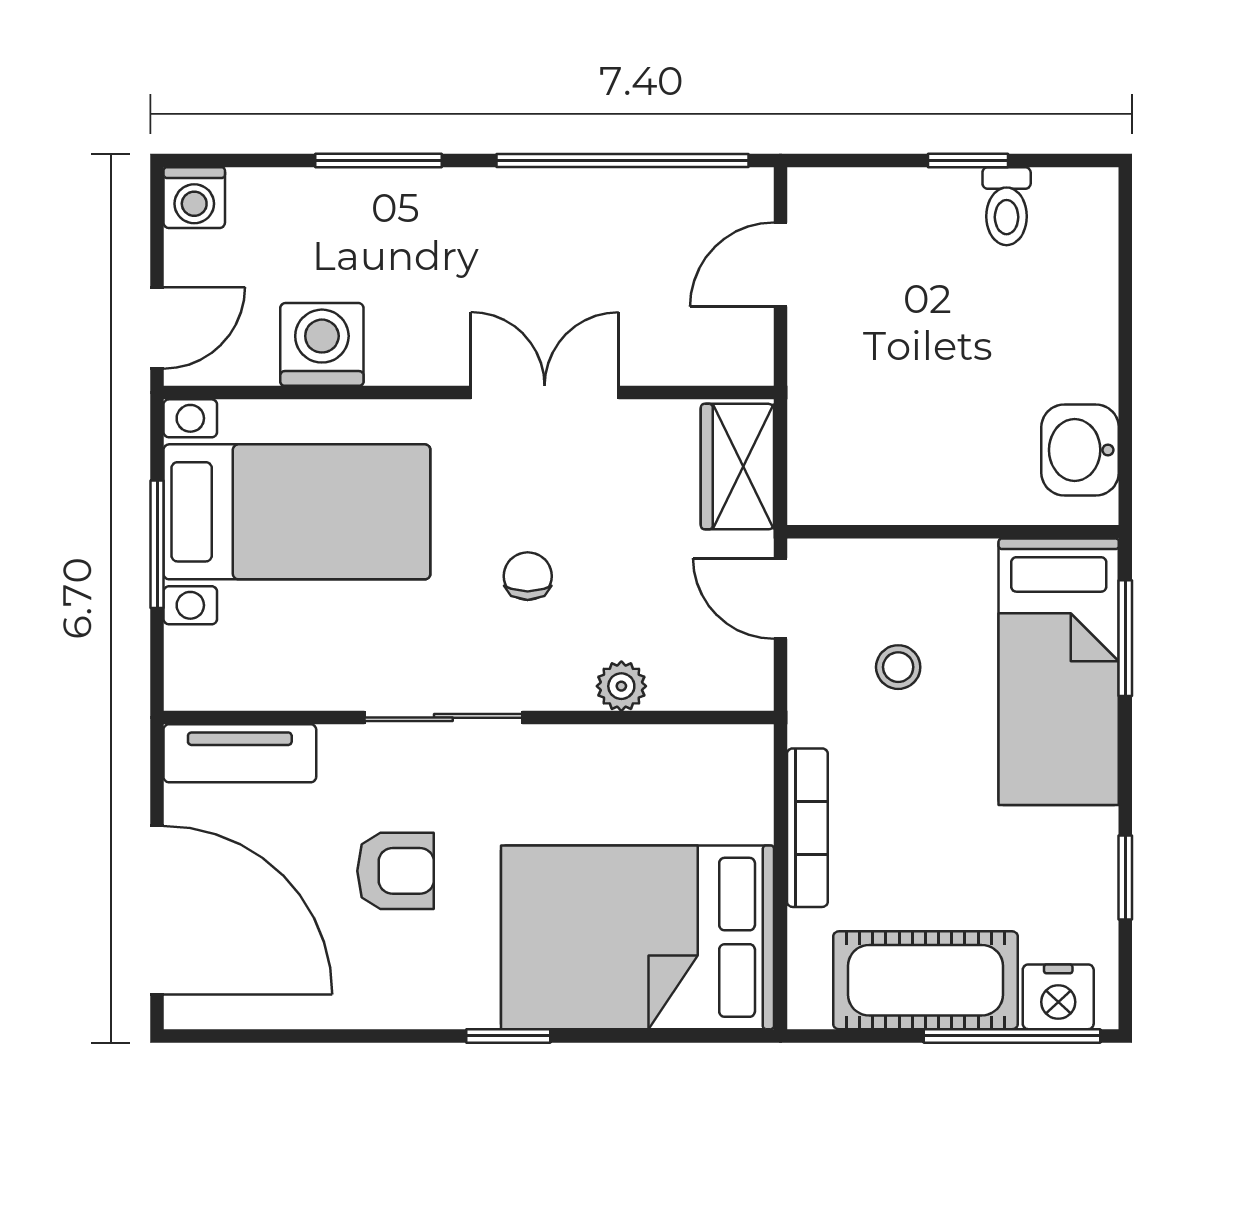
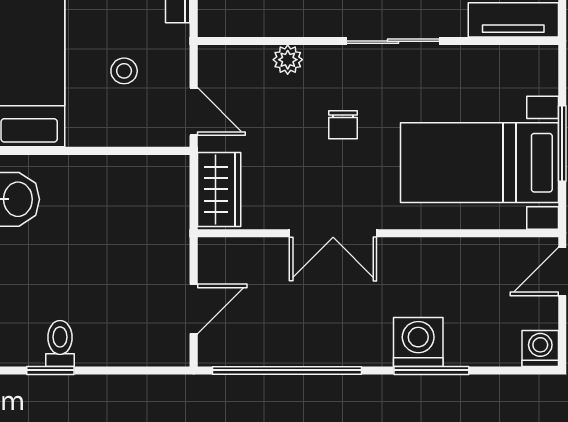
window: (968, 160) -> (50, 370), moved
washing machine: (322, 344) -> (418, 342), moved, turned 180

